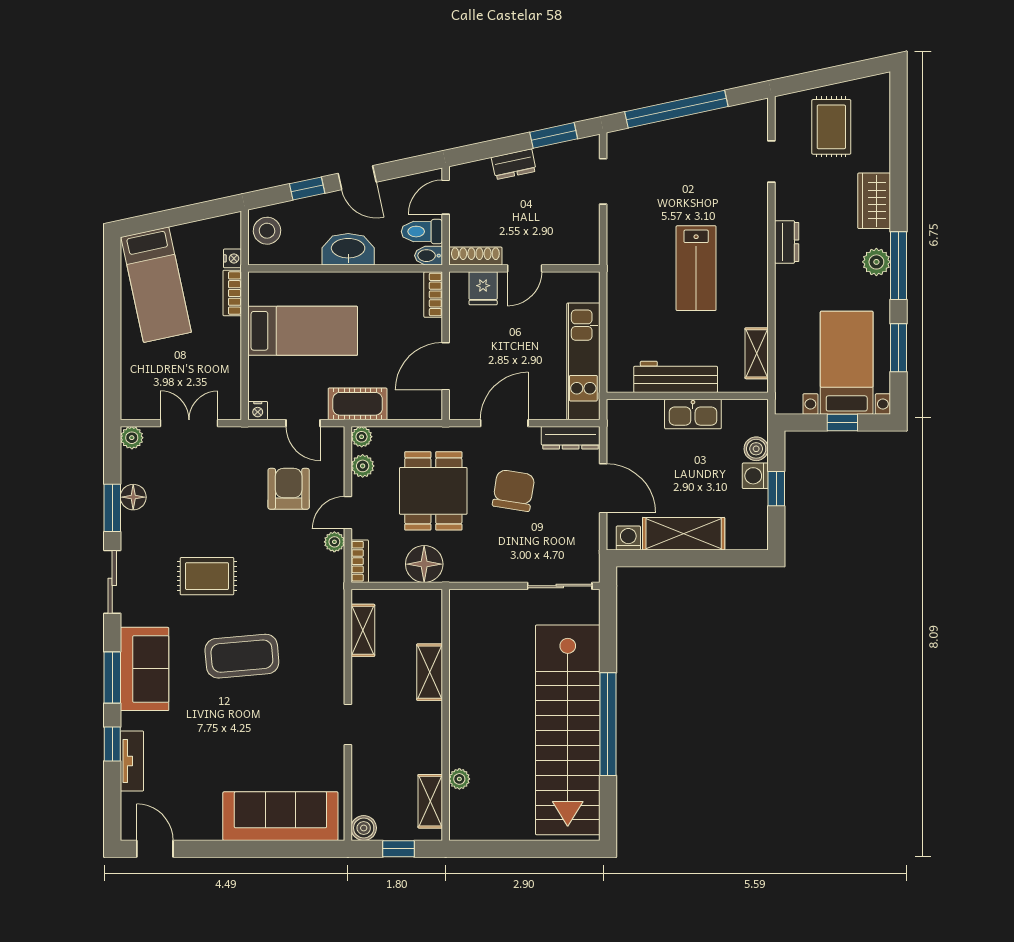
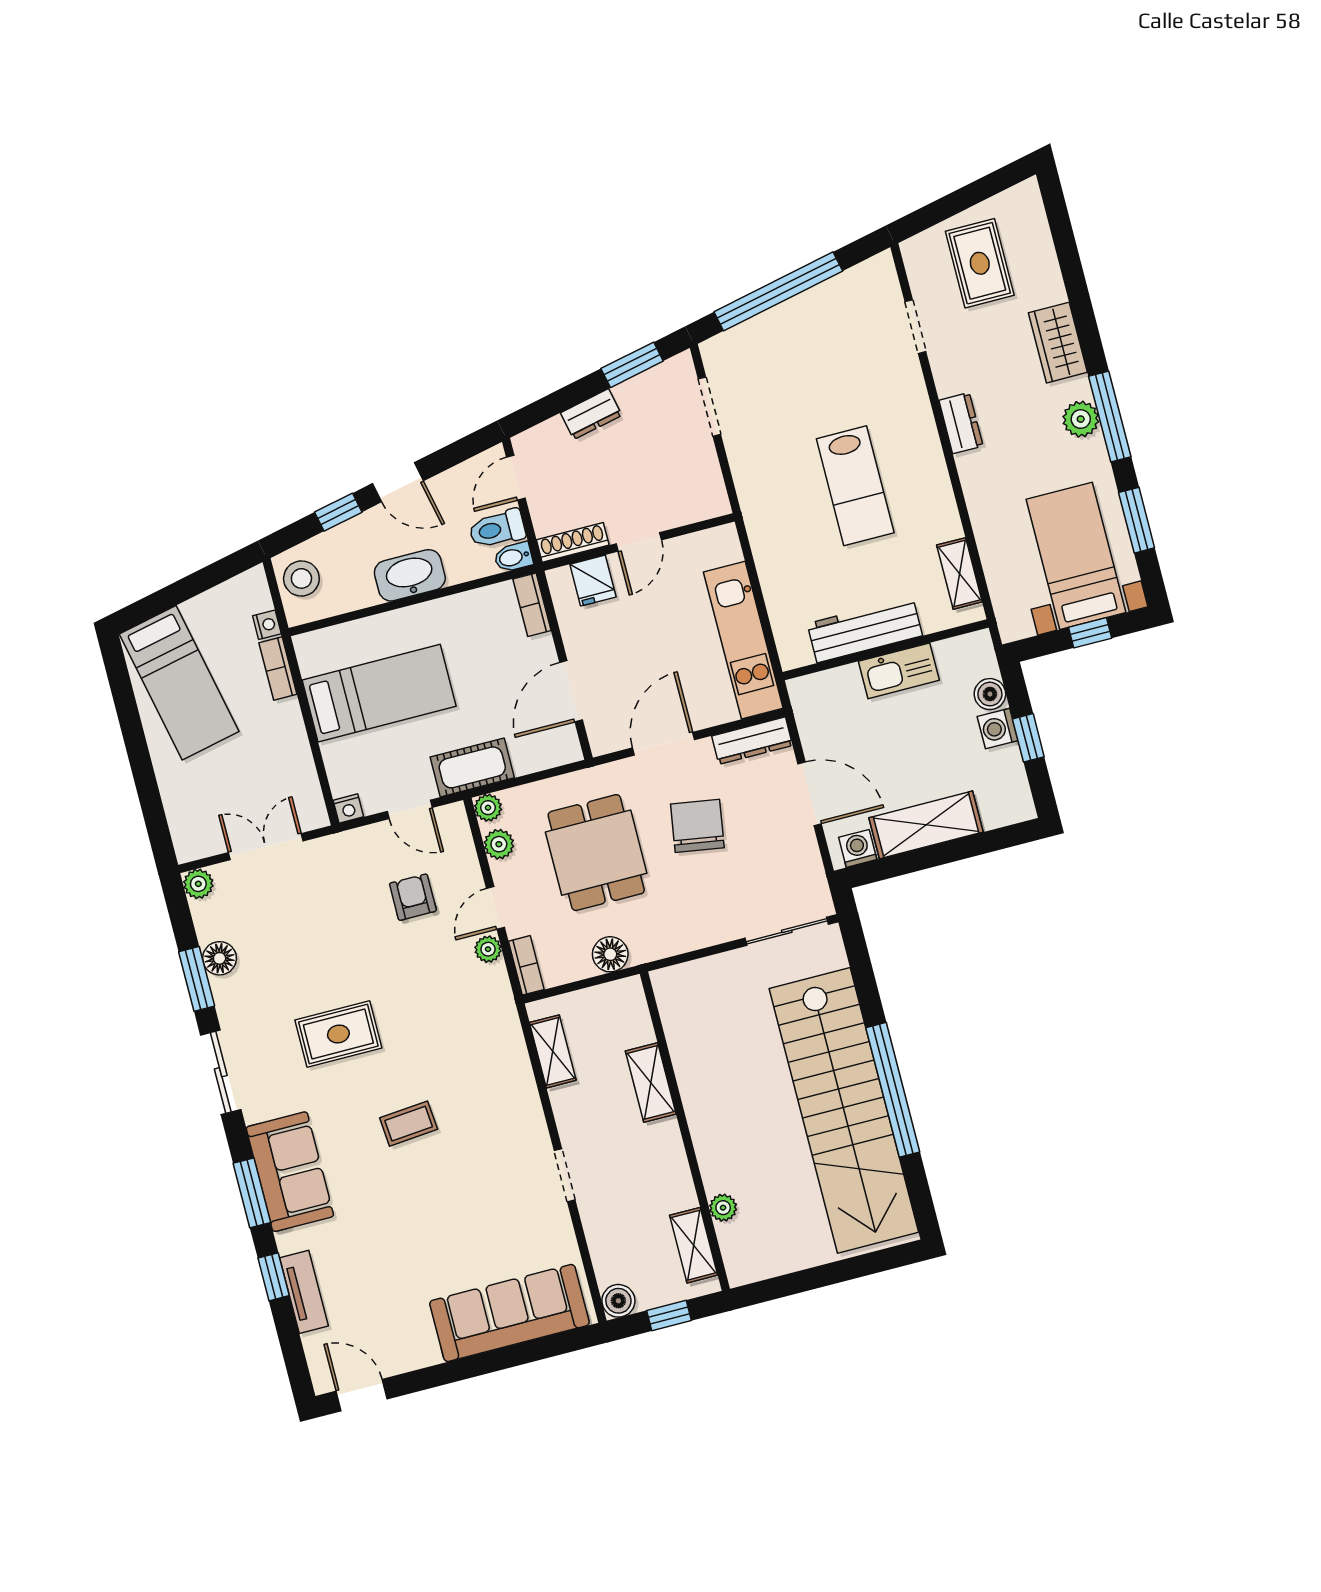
armchair: (289, 489) -> (413, 897), width x0.72, depth x0.72
floor lamp: (424, 564) -> (610, 954), width x0.73, depth x0.73
coffee table: (242, 656) -> (409, 1124), width x0.54, depth x0.58

